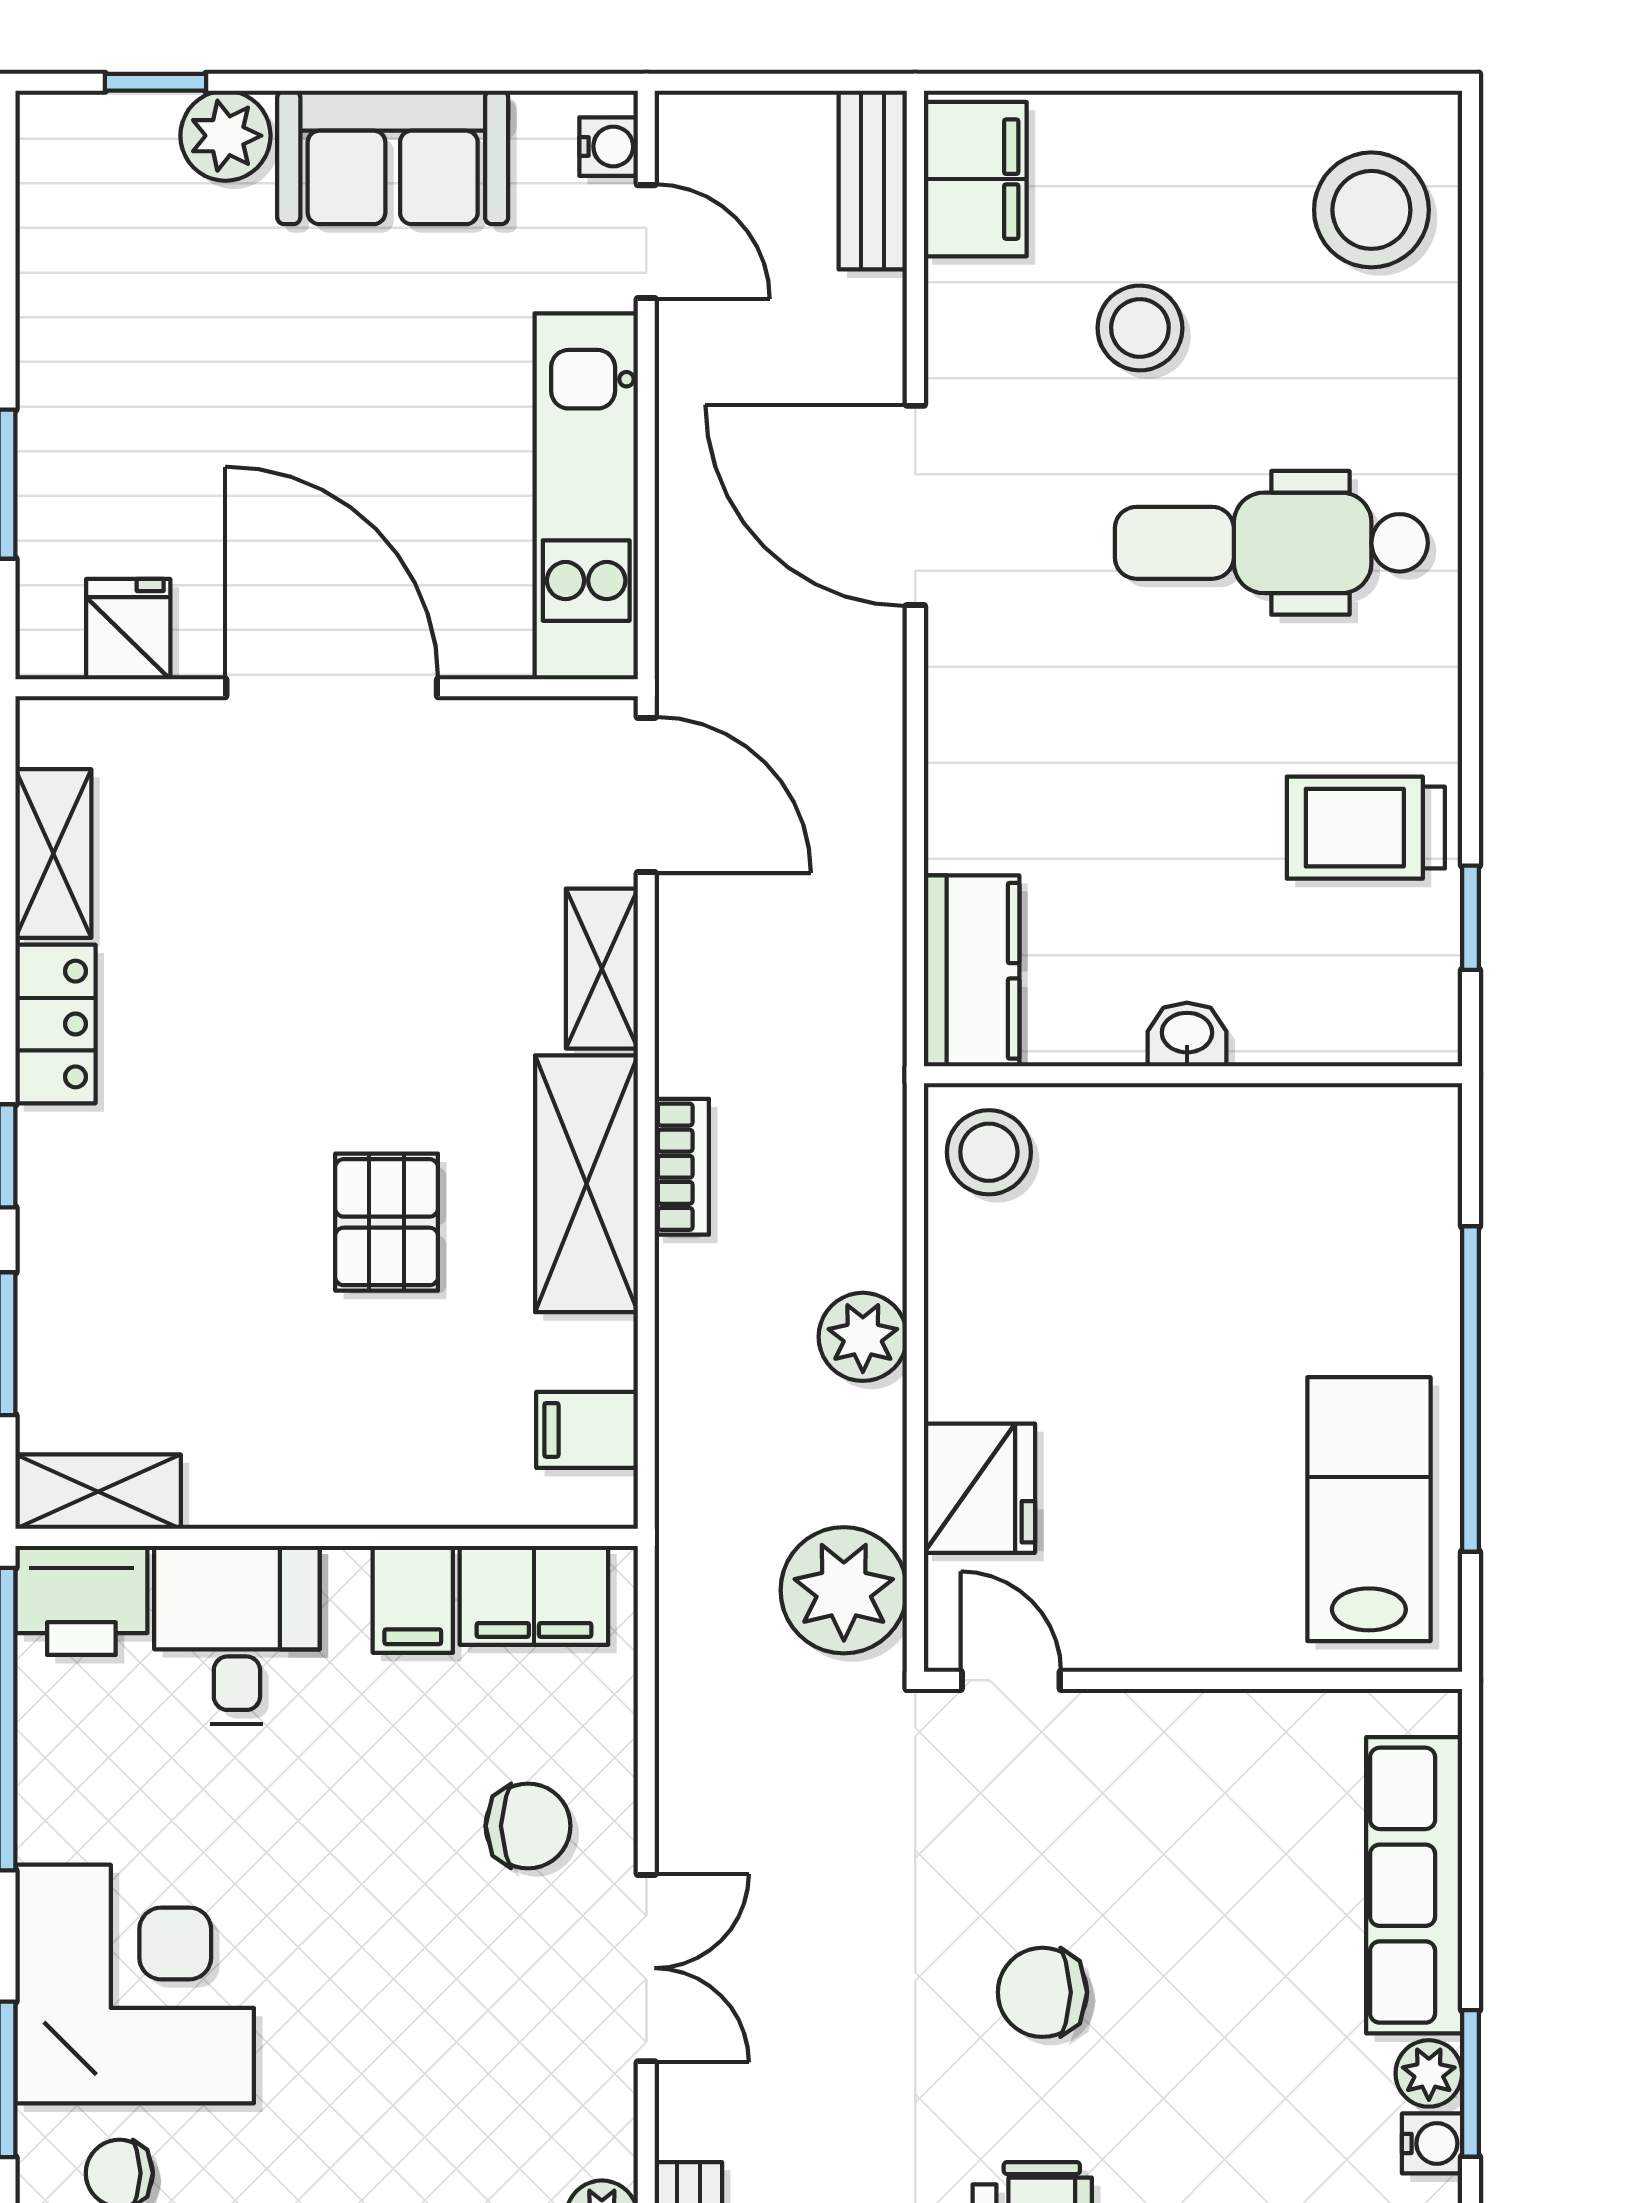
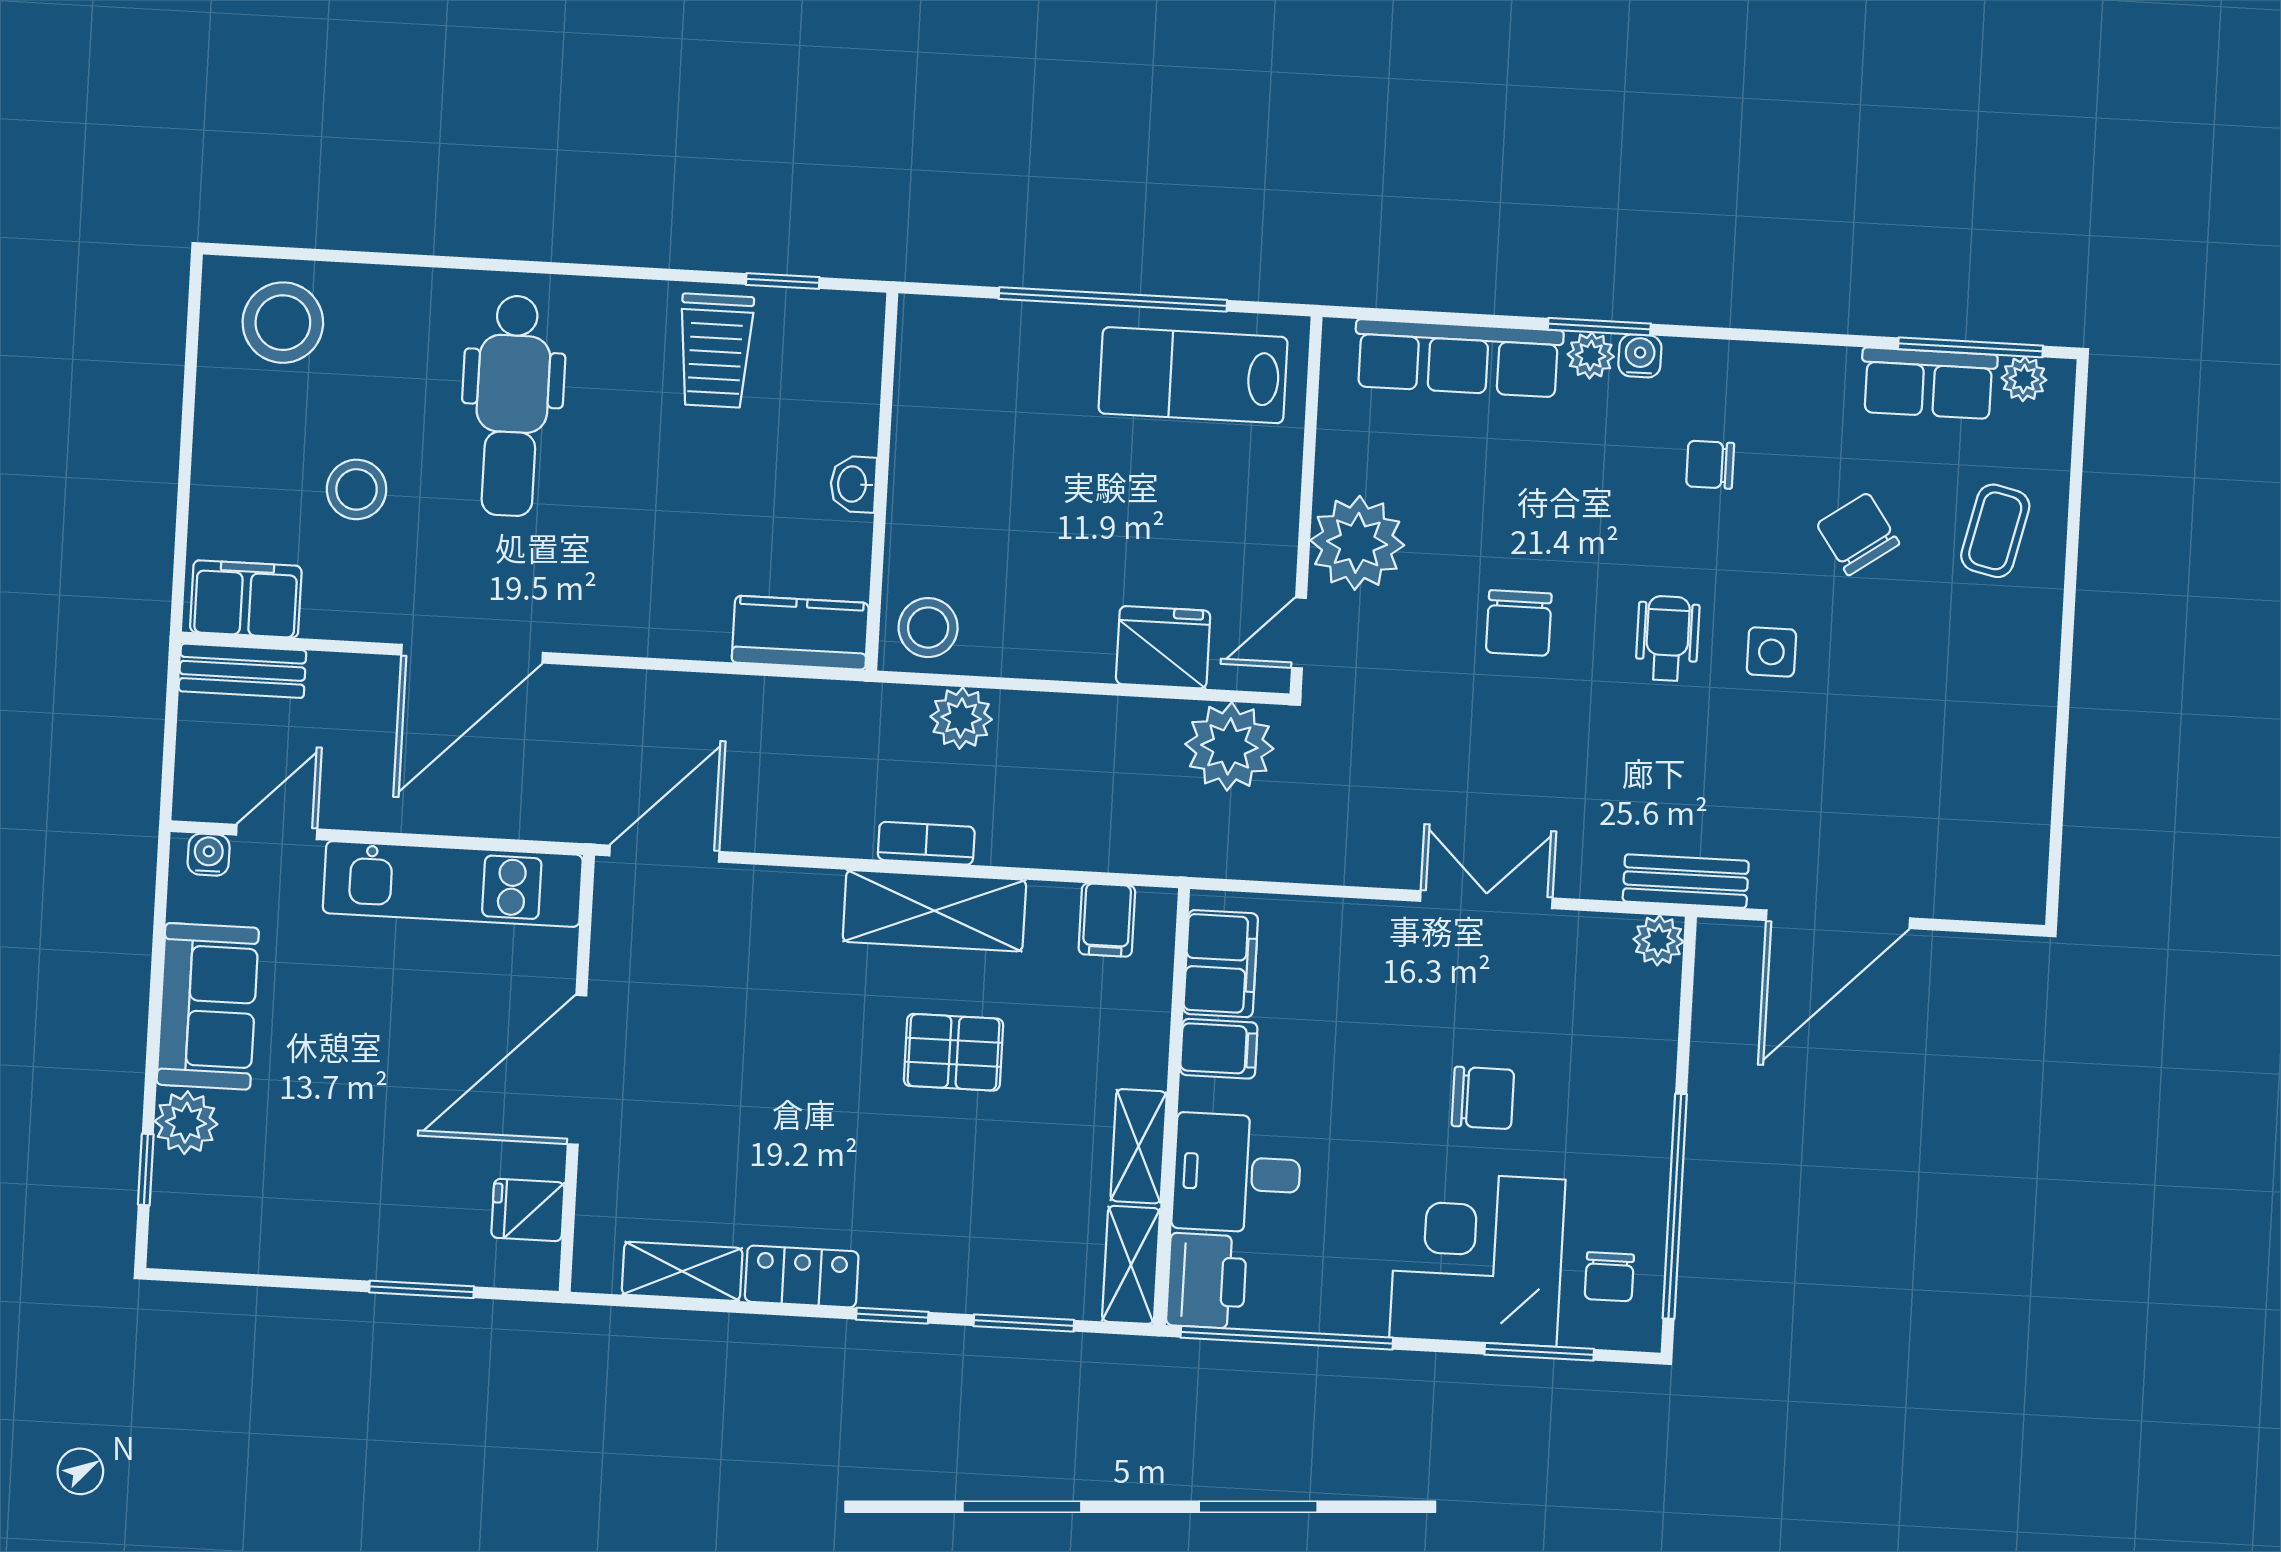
shelving: (602, 969) -> (1139, 1146), moved, turned 90
plant: (863, 1337) -> (961, 718), moved
plant: (1144, 1756) -> (1357, 543), added
chair: (528, 1826) -> (1483, 1098), moved, turned 90

